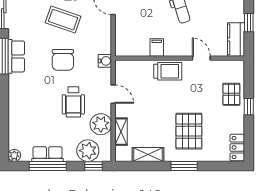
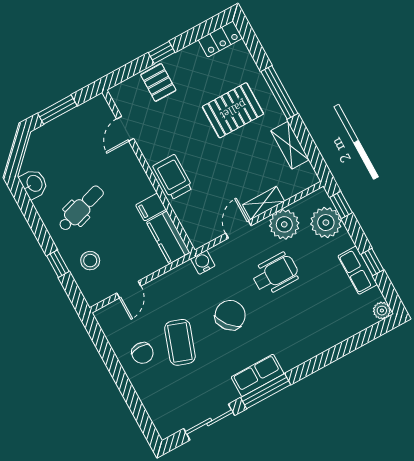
window: (249, 23) -> (57, 110), width x1.50
kitchen counter: (236, 39) -> (168, 237), moved, turned 90
door: (201, 58) -> (125, 129), moved
chair: (63, 60) -> (230, 315), turned -39
pallet: (231, 94) -> (158, 82), turned 90
shelving: (121, 132) -> (264, 203), moved
window: (48, 166) -> (372, 262), width x0.46
window: (184, 166) -> (279, 92), width x1.44

